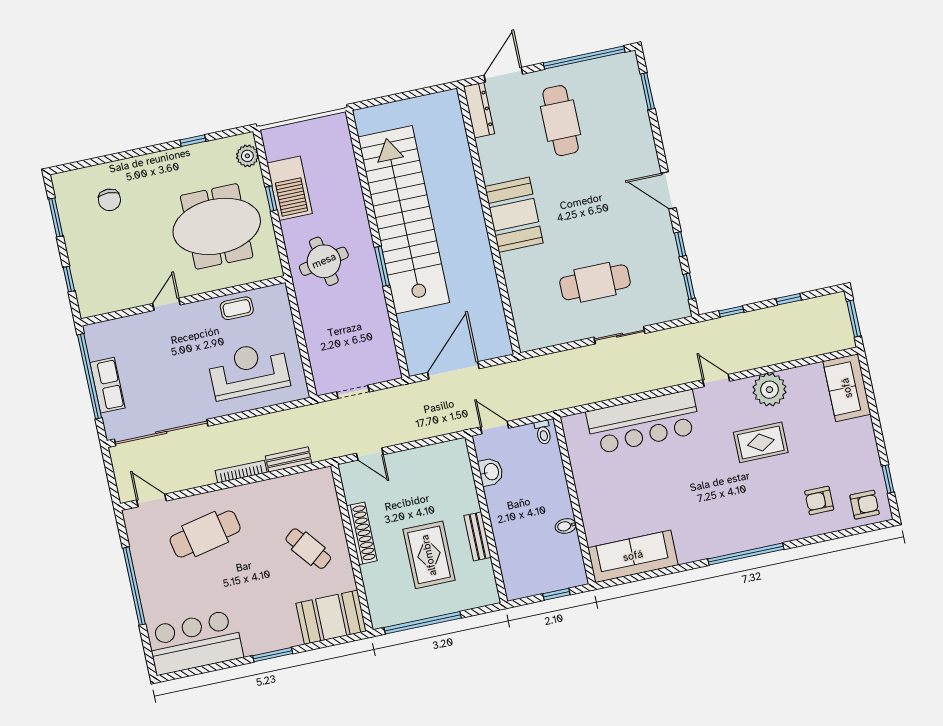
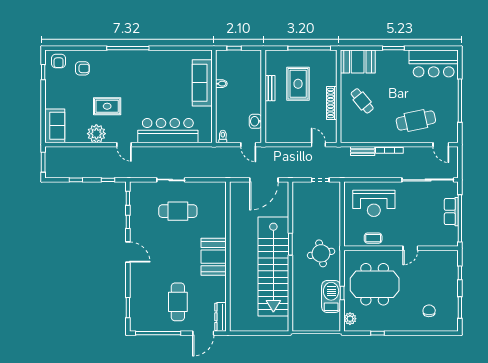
armchair: (865, 505) -> (59, 61), turned -90
sofa: (633, 556) -> (202, 83), moved, turned 90

